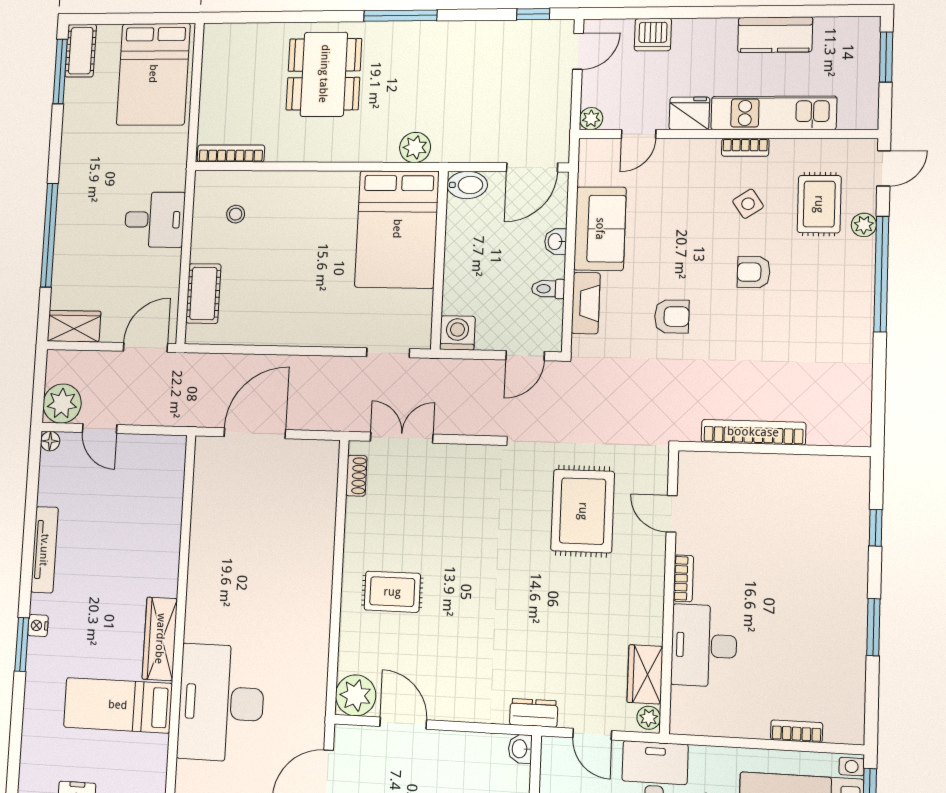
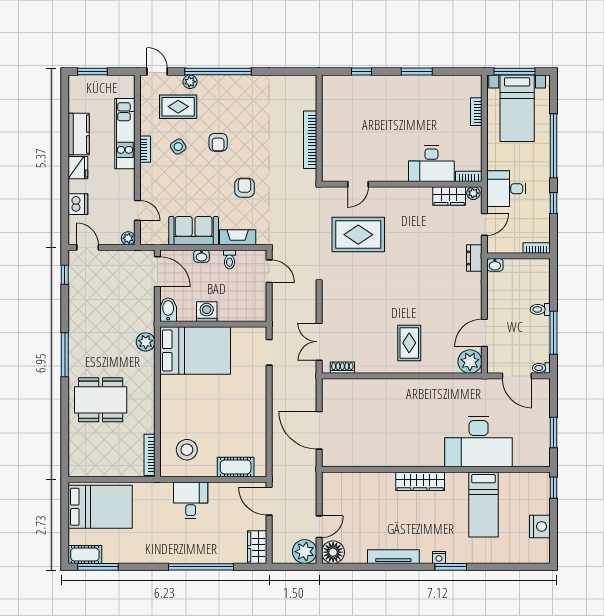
fridge: (689, 113) -> (78, 168), moved, turned 180
stool: (236, 214) -> (187, 450), width x1.89, depth x1.89
washing machine: (457, 333) -> (207, 312), moved, turned 90
floor lamp: (50, 441) -> (333, 552), width x1.89, depth x1.89
bookcase: (683, 578) -> (469, 176), moved
wardrobe: (160, 639) -> (420, 481), moved

